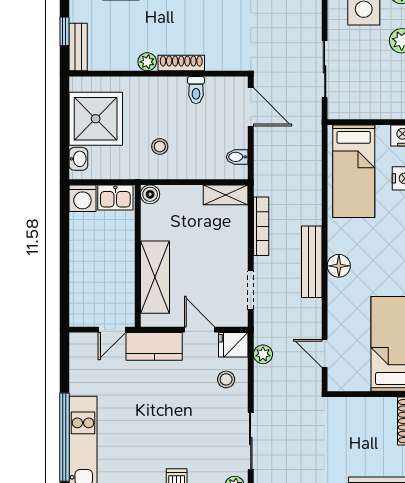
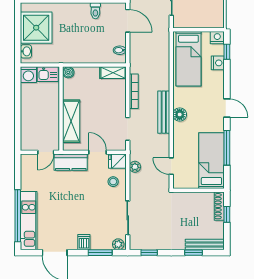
stool: (160, 146) -> (74, 44), removed

